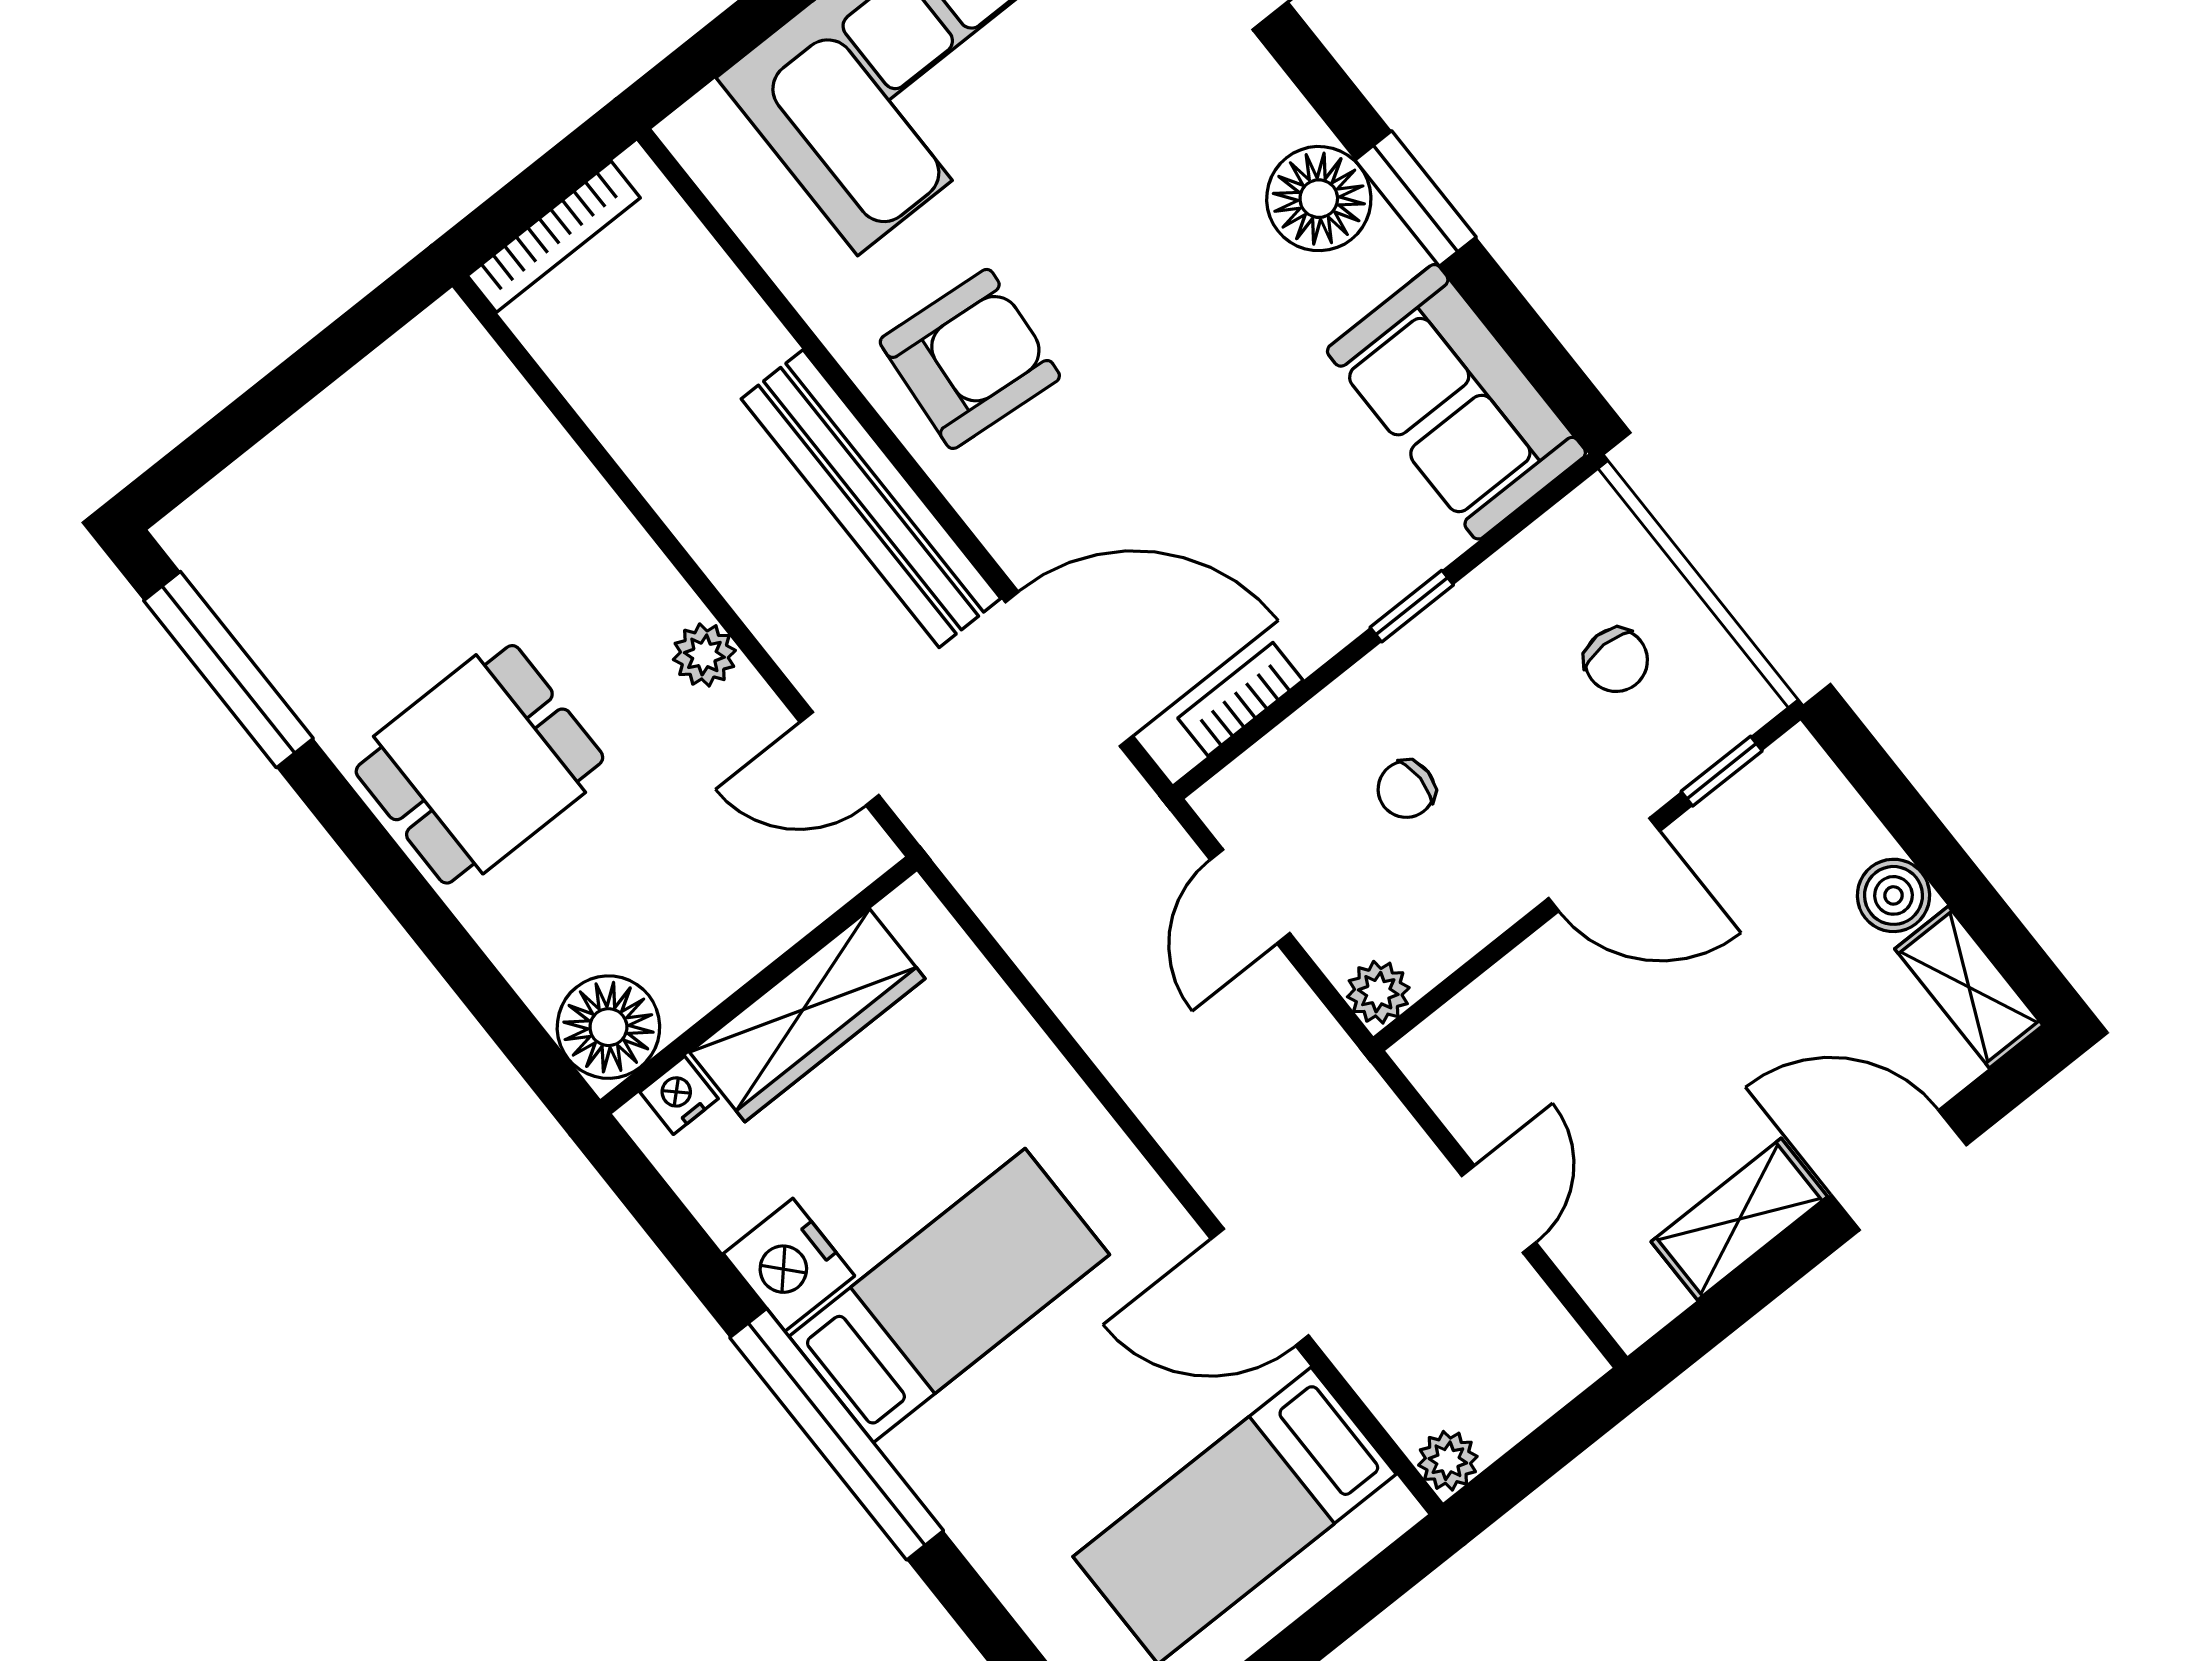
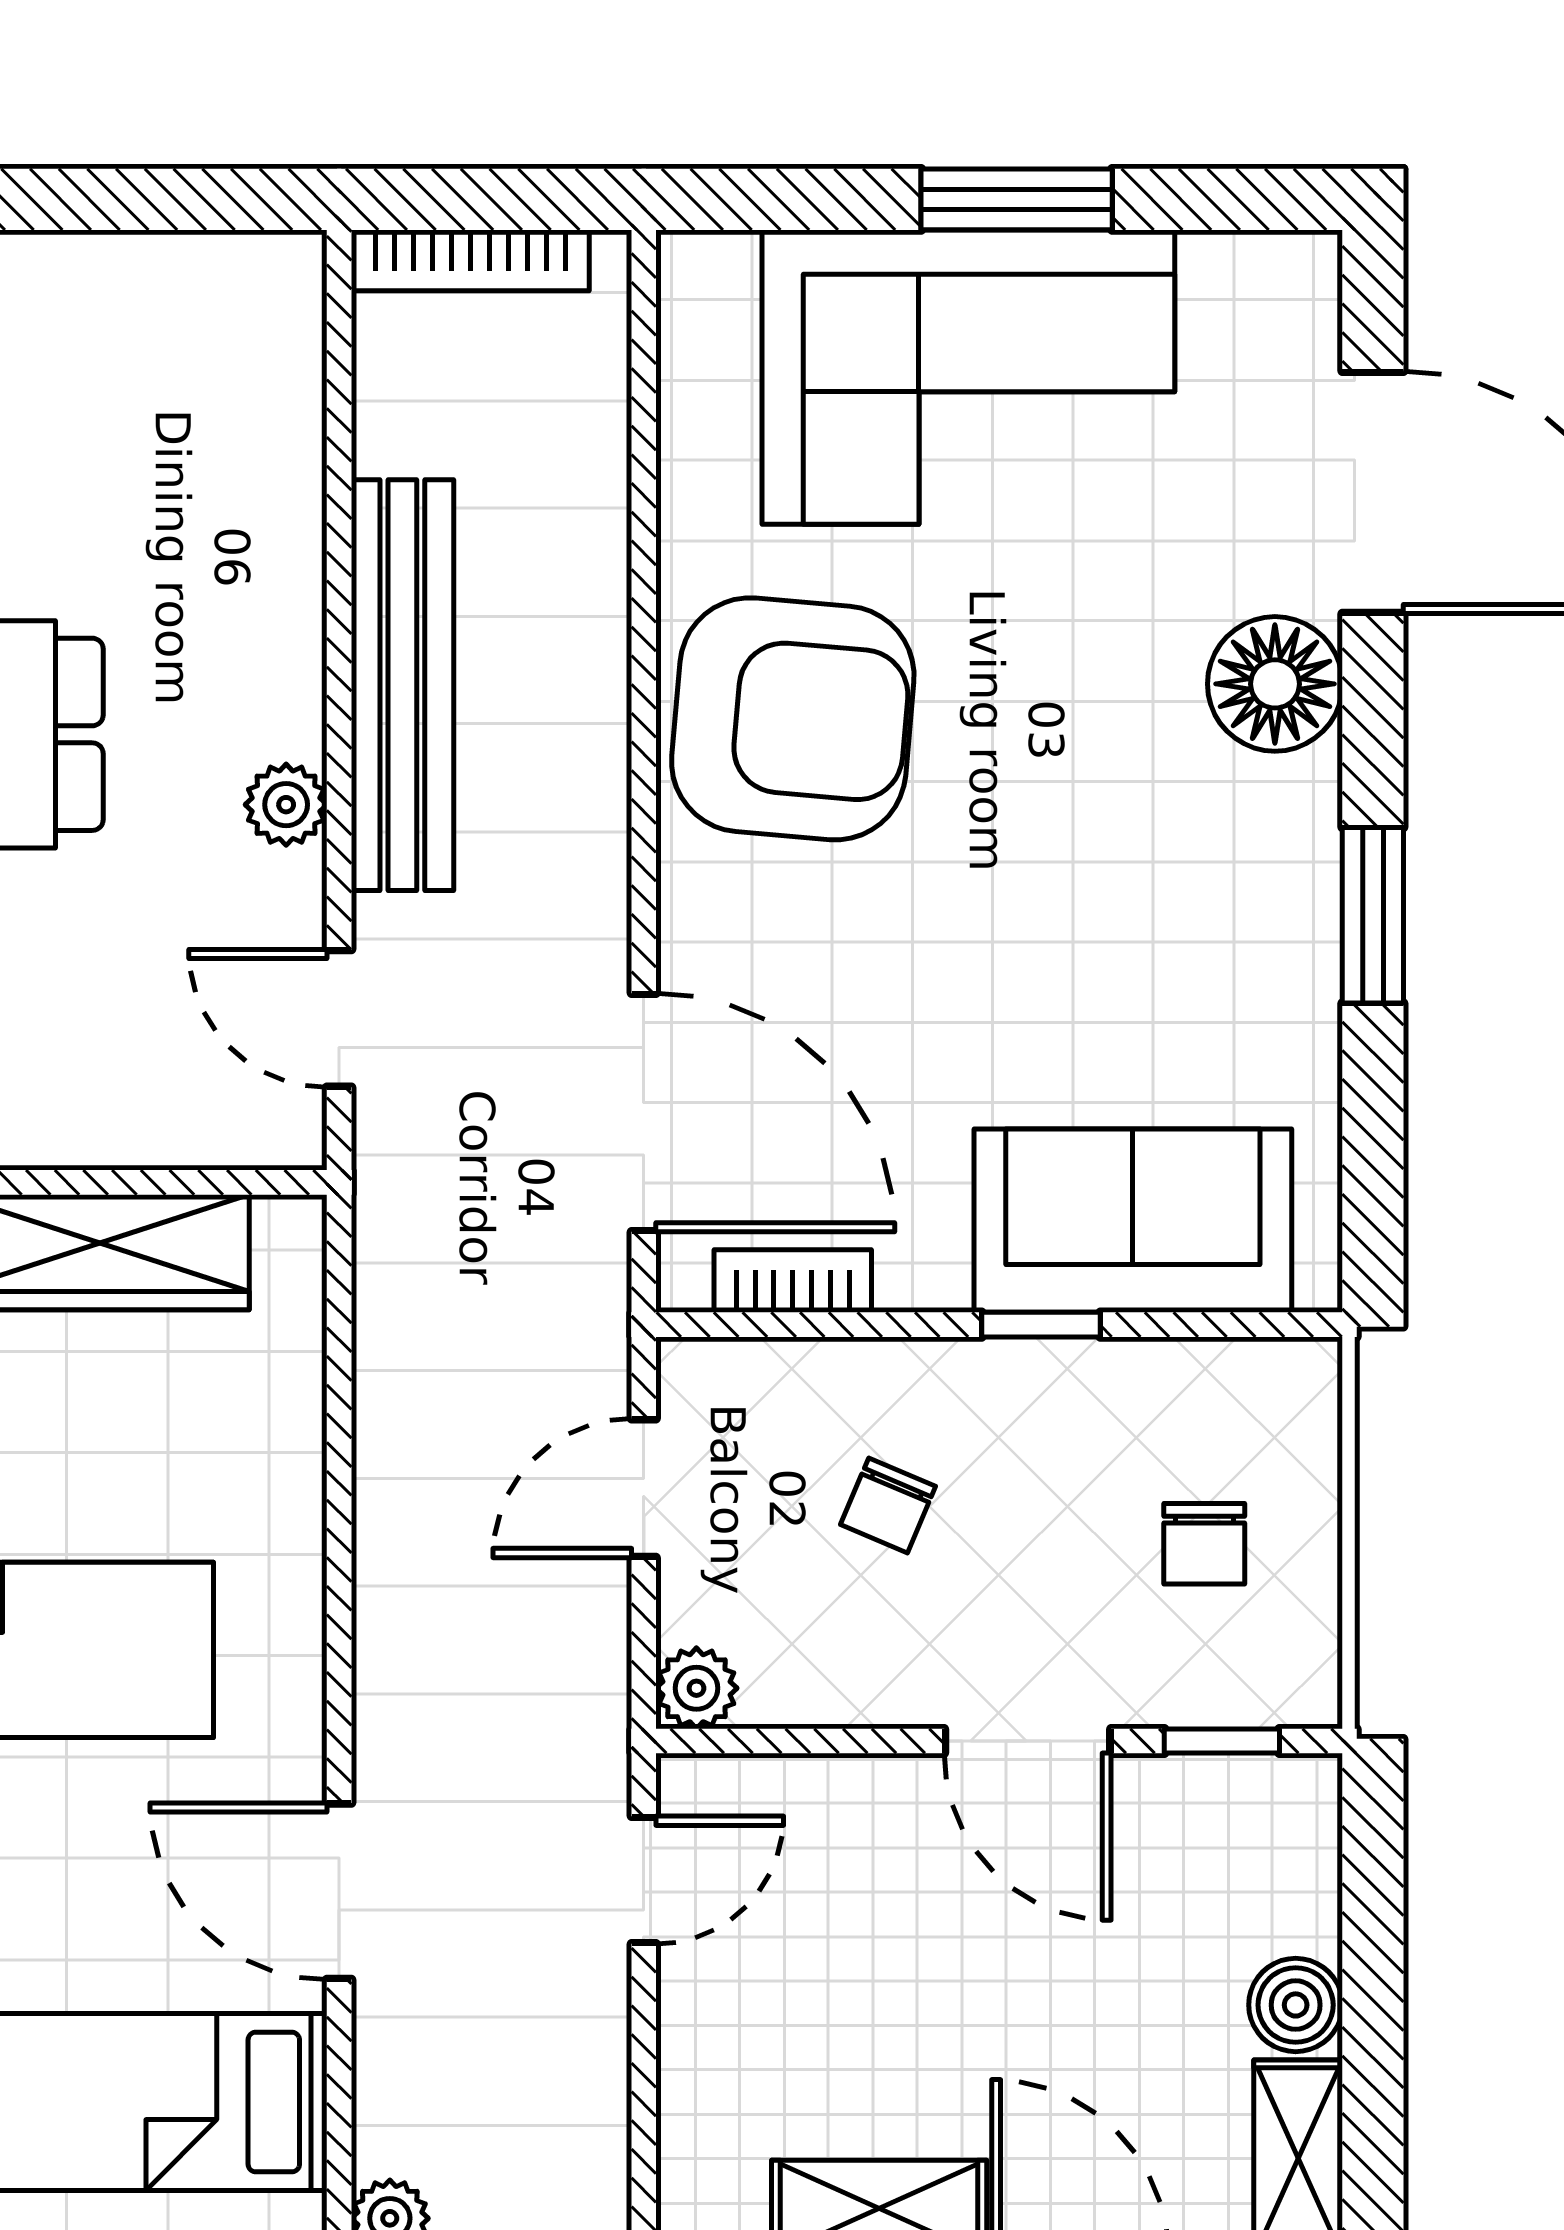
floor lamp: (1319, 199) -> (1275, 684), moved
armchair: (970, 359) -> (793, 719), width x1.36, depth x1.36
sofa: (1456, 402) -> (1133, 1221), moved, turned 90
bench: (871, 499) -> (402, 685), moved
chair: (1406, 789) -> (888, 1505), turned -67
door: (1499, 1209) -> (644, 1880), moved

